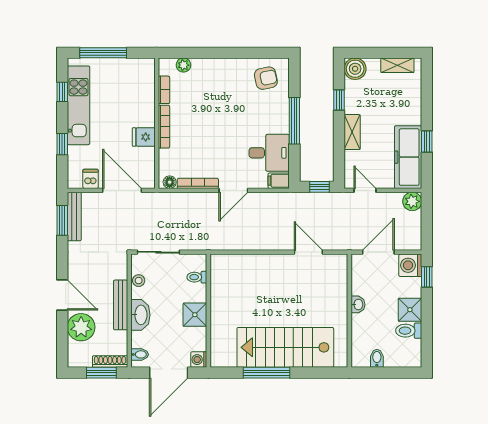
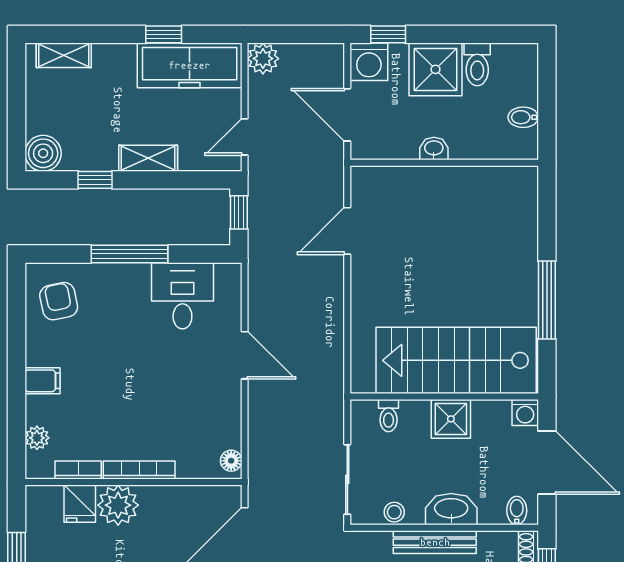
shelving: (397, 65) -> (64, 55), moved, turned 90
plant: (143, 114) -> (118, 505), added
fridge: (144, 137) -> (80, 504), moved
filing cabinet: (279, 181) -> (43, 381), moved, turned -90
bookcase: (198, 183) -> (233, 414), removed
shower: (410, 310) -> (435, 69), width x1.36, depth x1.36
stairs: (285, 347) -> (456, 360), moved, turned 90

